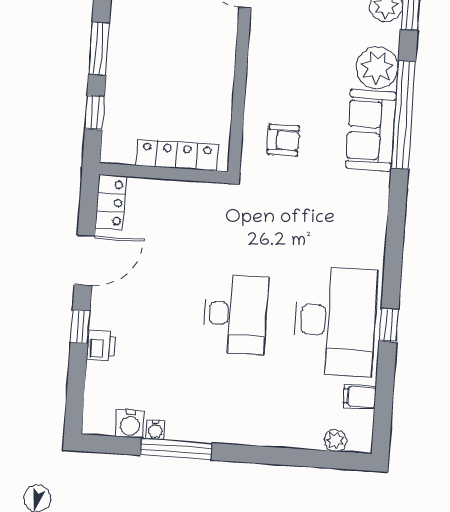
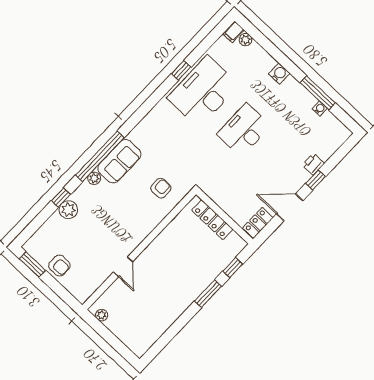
plant: (377, 68) -> (94, 178), width x0.53, depth x0.53
armchair: (283, 140) -> (161, 188), turned 90
filing cabinet: (360, 397) -> (233, 32), moved, turned 90
water cooler: (130, 424) -> (279, 74), moved

